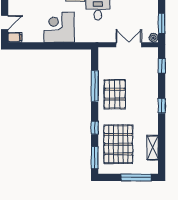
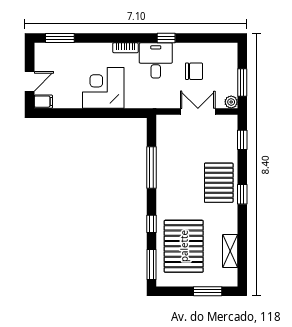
chair: (126, 15) -> (194, 71), added
pallet: (115, 94) -> (219, 183), moved
window: (136, 177) -> (208, 291), width x0.69

